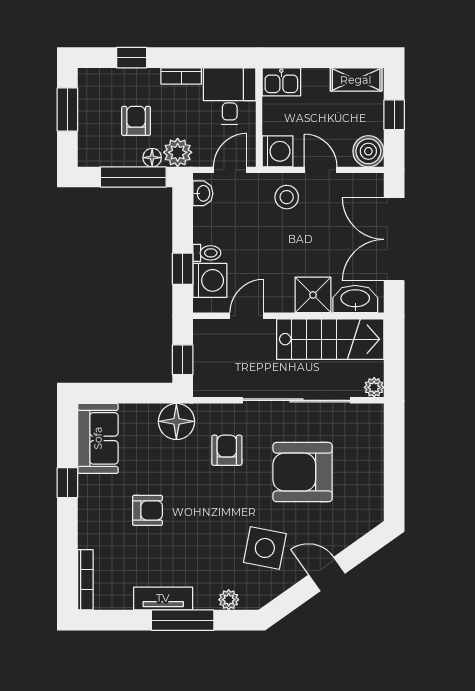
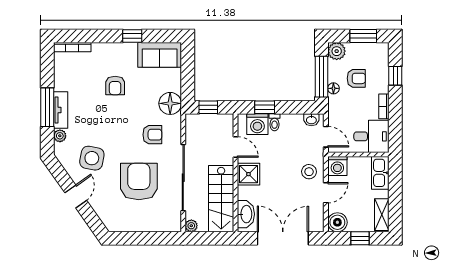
kitchen sink: (281, 82) -> (380, 173), width x1.38
plant: (178, 152) -> (337, 51), moved
shower: (313, 295) -> (248, 174), moved
tv unit: (163, 598) -> (61, 110), moved

